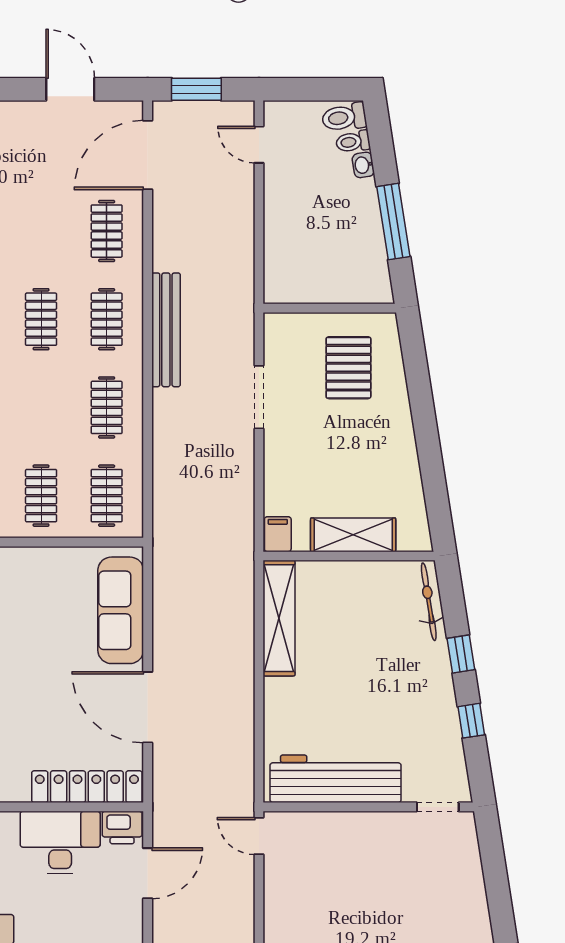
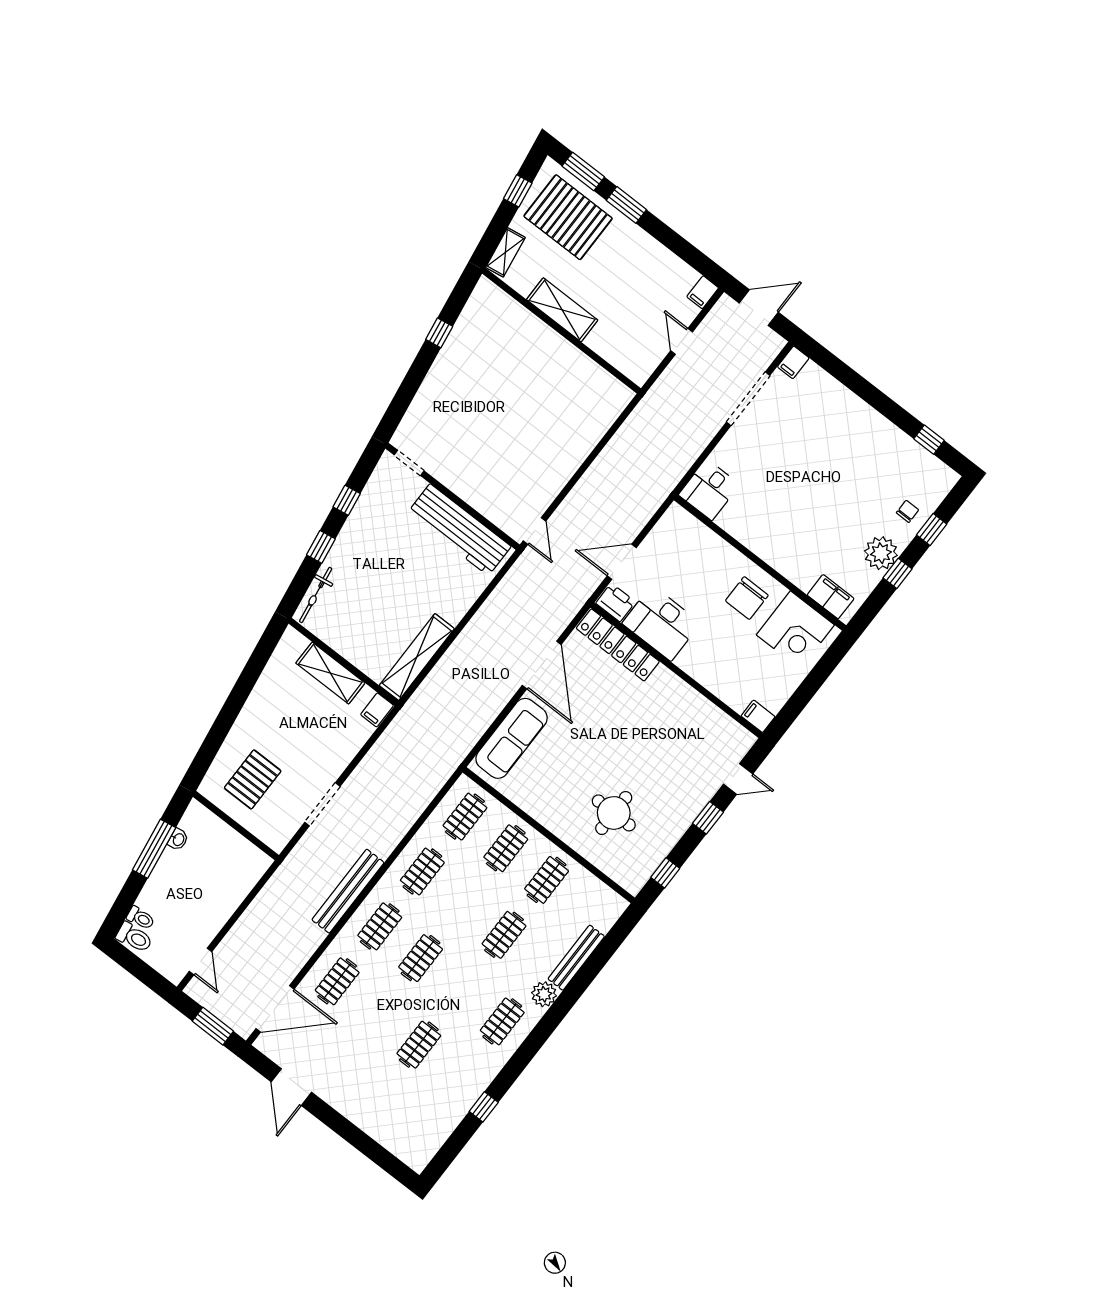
washbasin: (363, 165) -> (178, 839), moved

